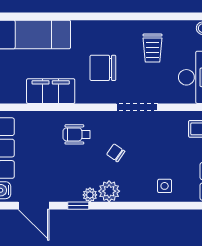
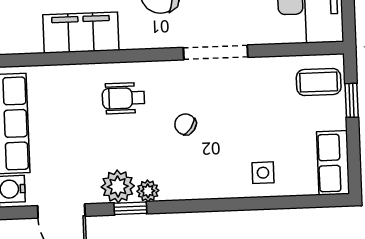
plant: (109, 191) -> (118, 186), moved

